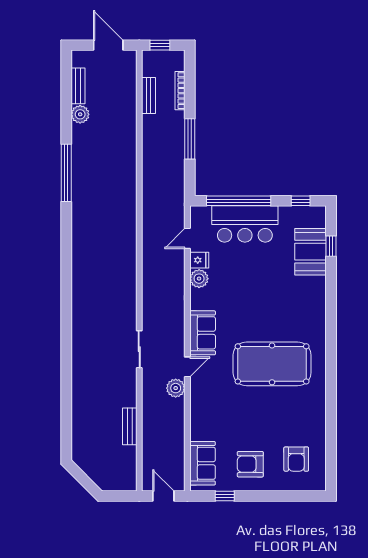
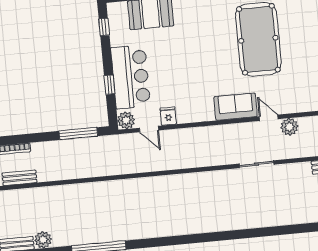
window: (190, 139) -> (78, 134), moved
window: (239, 201) -> (109, 85), width x0.32
plant: (199, 279) -> (126, 120), moved

